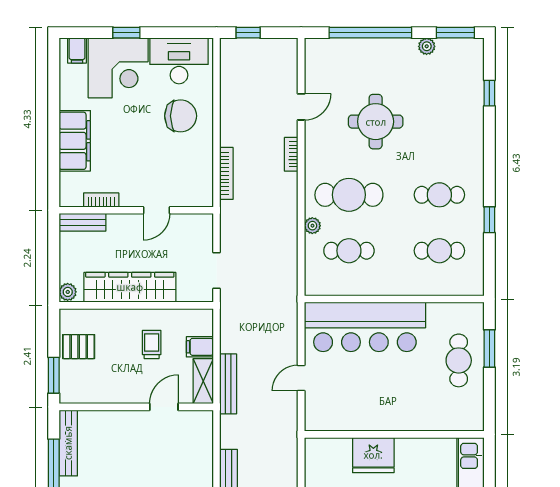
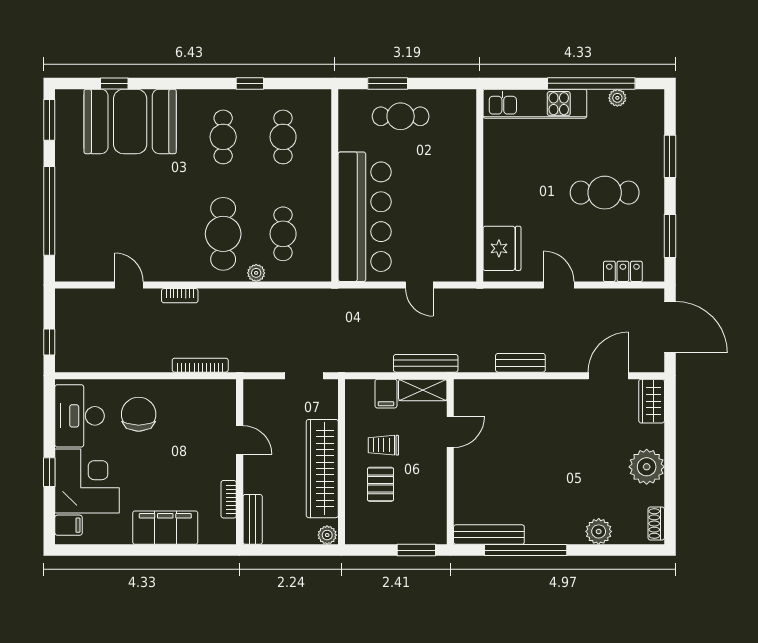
plant: (427, 46) -> (64, 151), removed
booth: (454, 108) -> (130, 121), added
round table: (376, 122) -> (145, 205), removed
pallet: (79, 347) -> (380, 484), moved
door: (164, 407) -> (450, 432), swing flipped
fridge: (373, 455) -> (502, 248), moved

